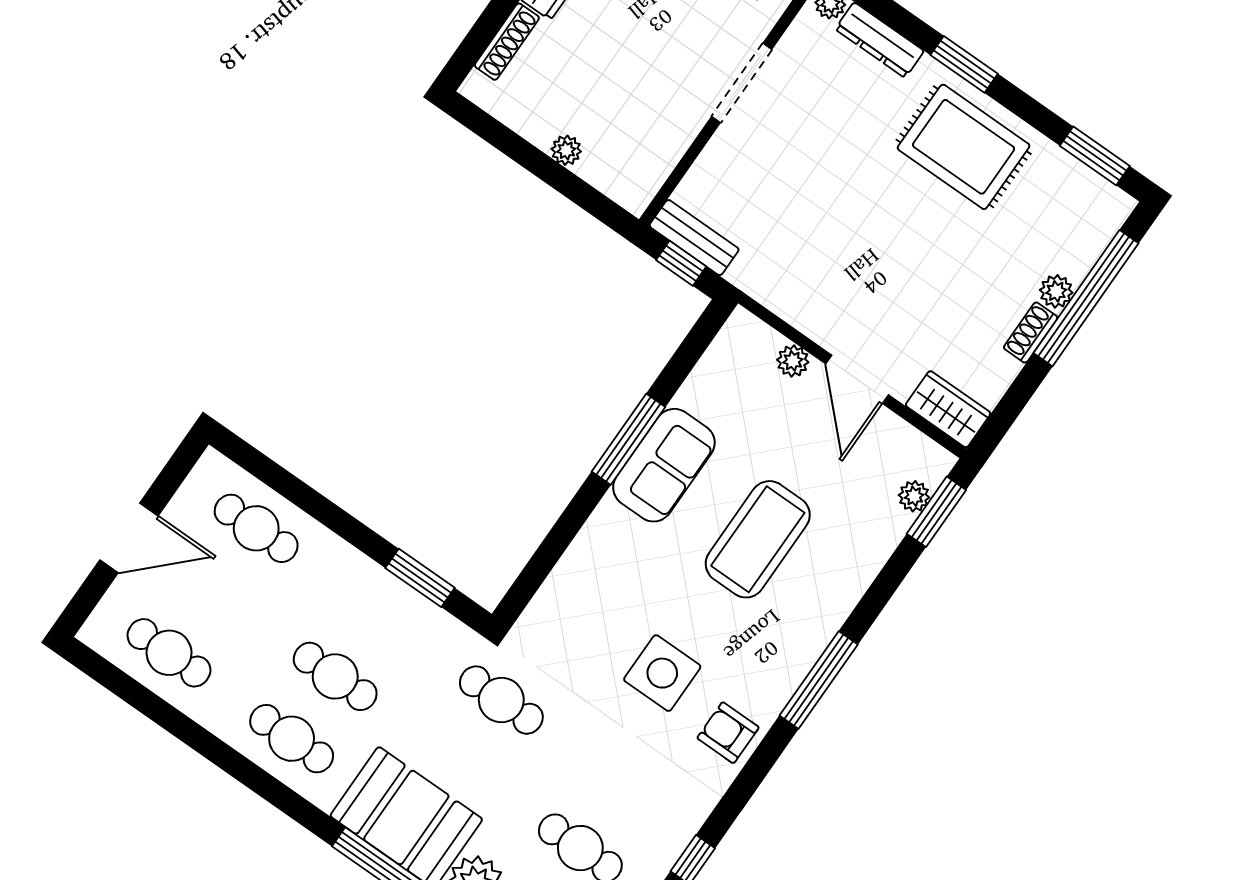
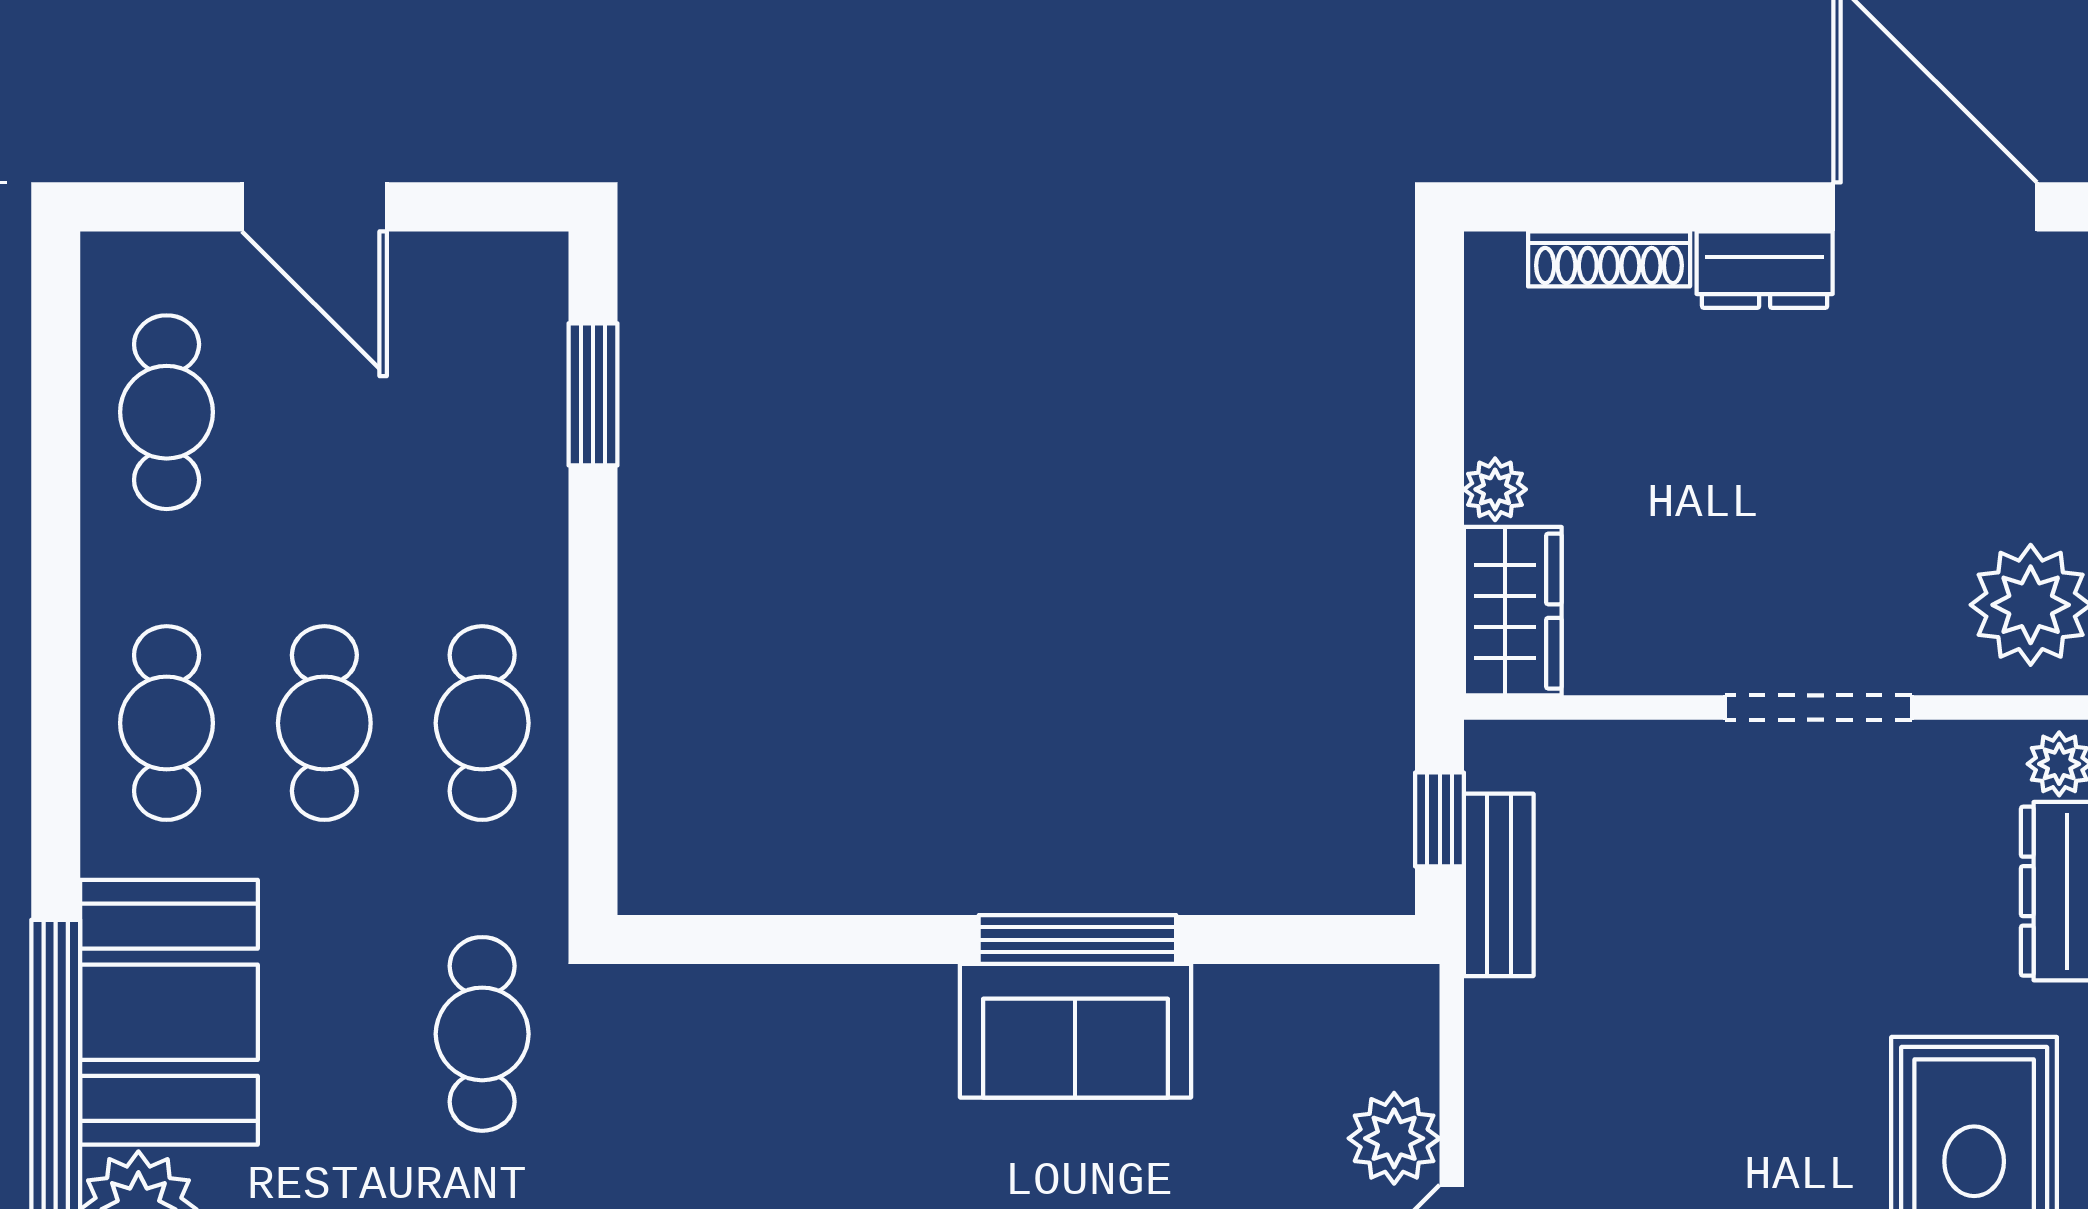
wardrobe: (619, 177) -> (1513, 611), added
bench: (694, 238) -> (1499, 885), moved
plant: (793, 361) -> (1394, 1138), width x1.38, depth x1.38
cafe table: (256, 528) -> (482, 723), moved
window: (420, 578) -> (593, 394), moved

